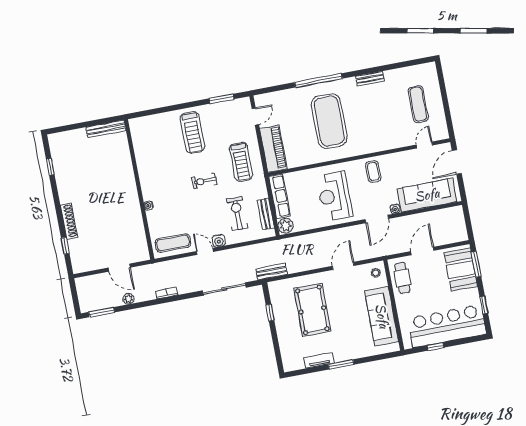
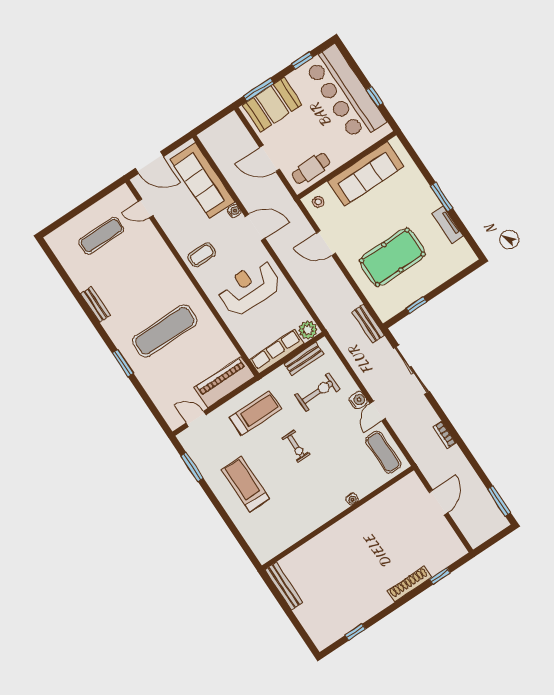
window: (319, 80) -> (123, 363), width x0.47
exercise mat: (329, 121) -> (165, 331), width x0.68
treadmill: (192, 132) -> (245, 484), turned -90
reception desk: (334, 196) -> (249, 288), turned 180
exercise bike: (237, 213) -> (317, 392), turned 180
plant: (128, 299) -> (470, 476), removed

